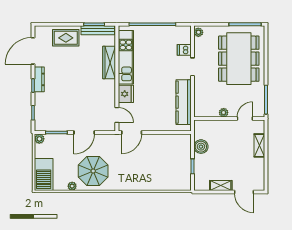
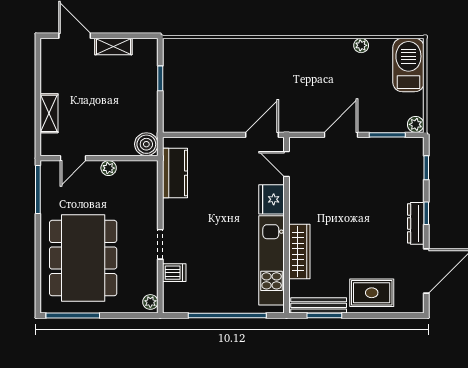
kitchen counter: (184, 102) -> (175, 173), width x0.67
boiler: (201, 147) -> (146, 144), moved
parasol: (93, 171) -> (326, 71), removed

